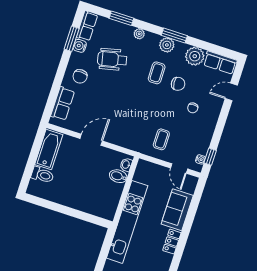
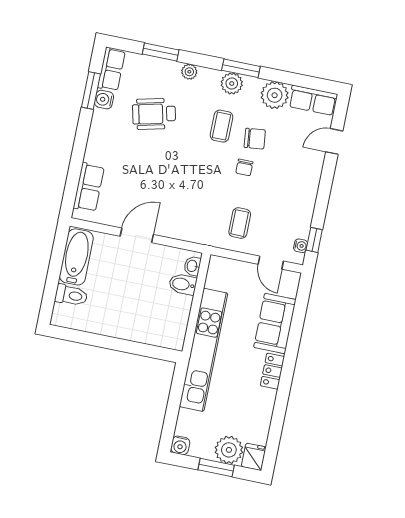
chair: (80, 76) -> (110, 144), removed
chair: (193, 108) -> (244, 167), moved

